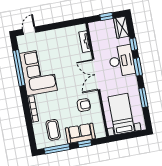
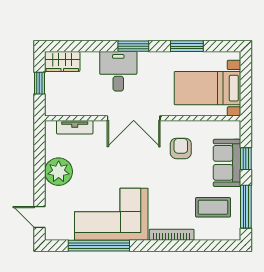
plant: (57, 37) -> (59, 172), added
window: (134, 44) -> (94, 46), removed
desk: (122, 61) -> (118, 71), width x0.73

